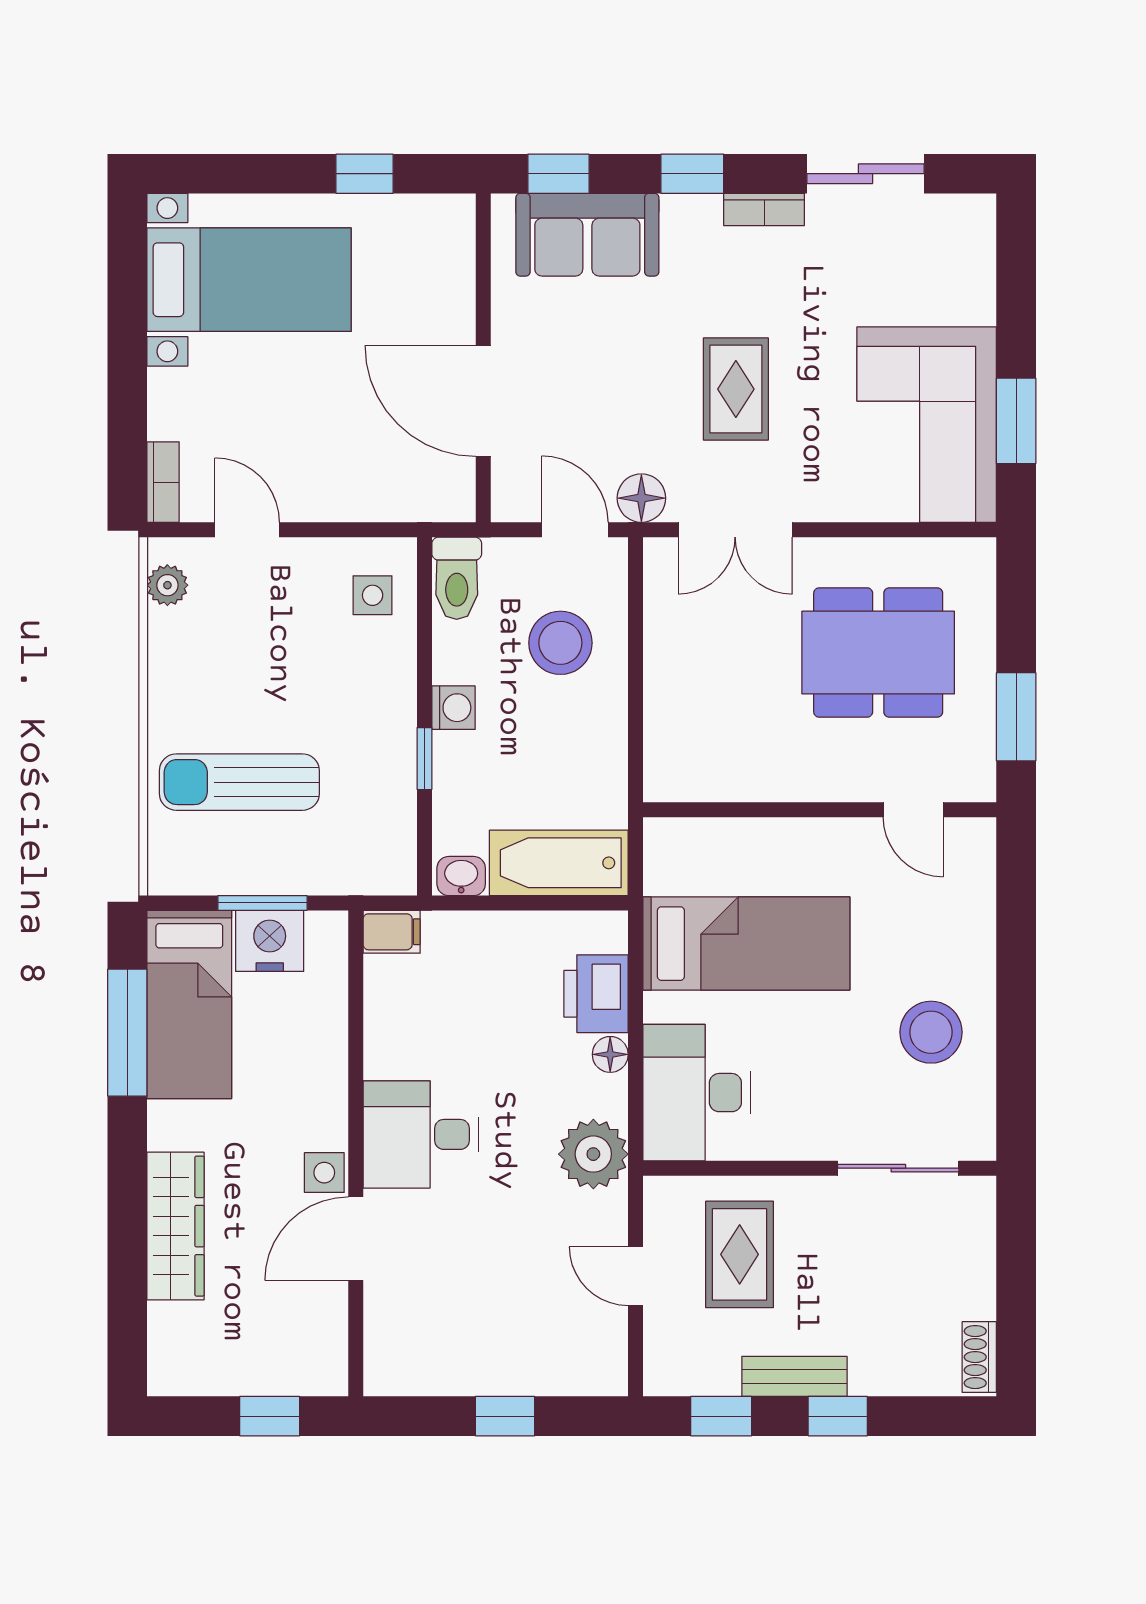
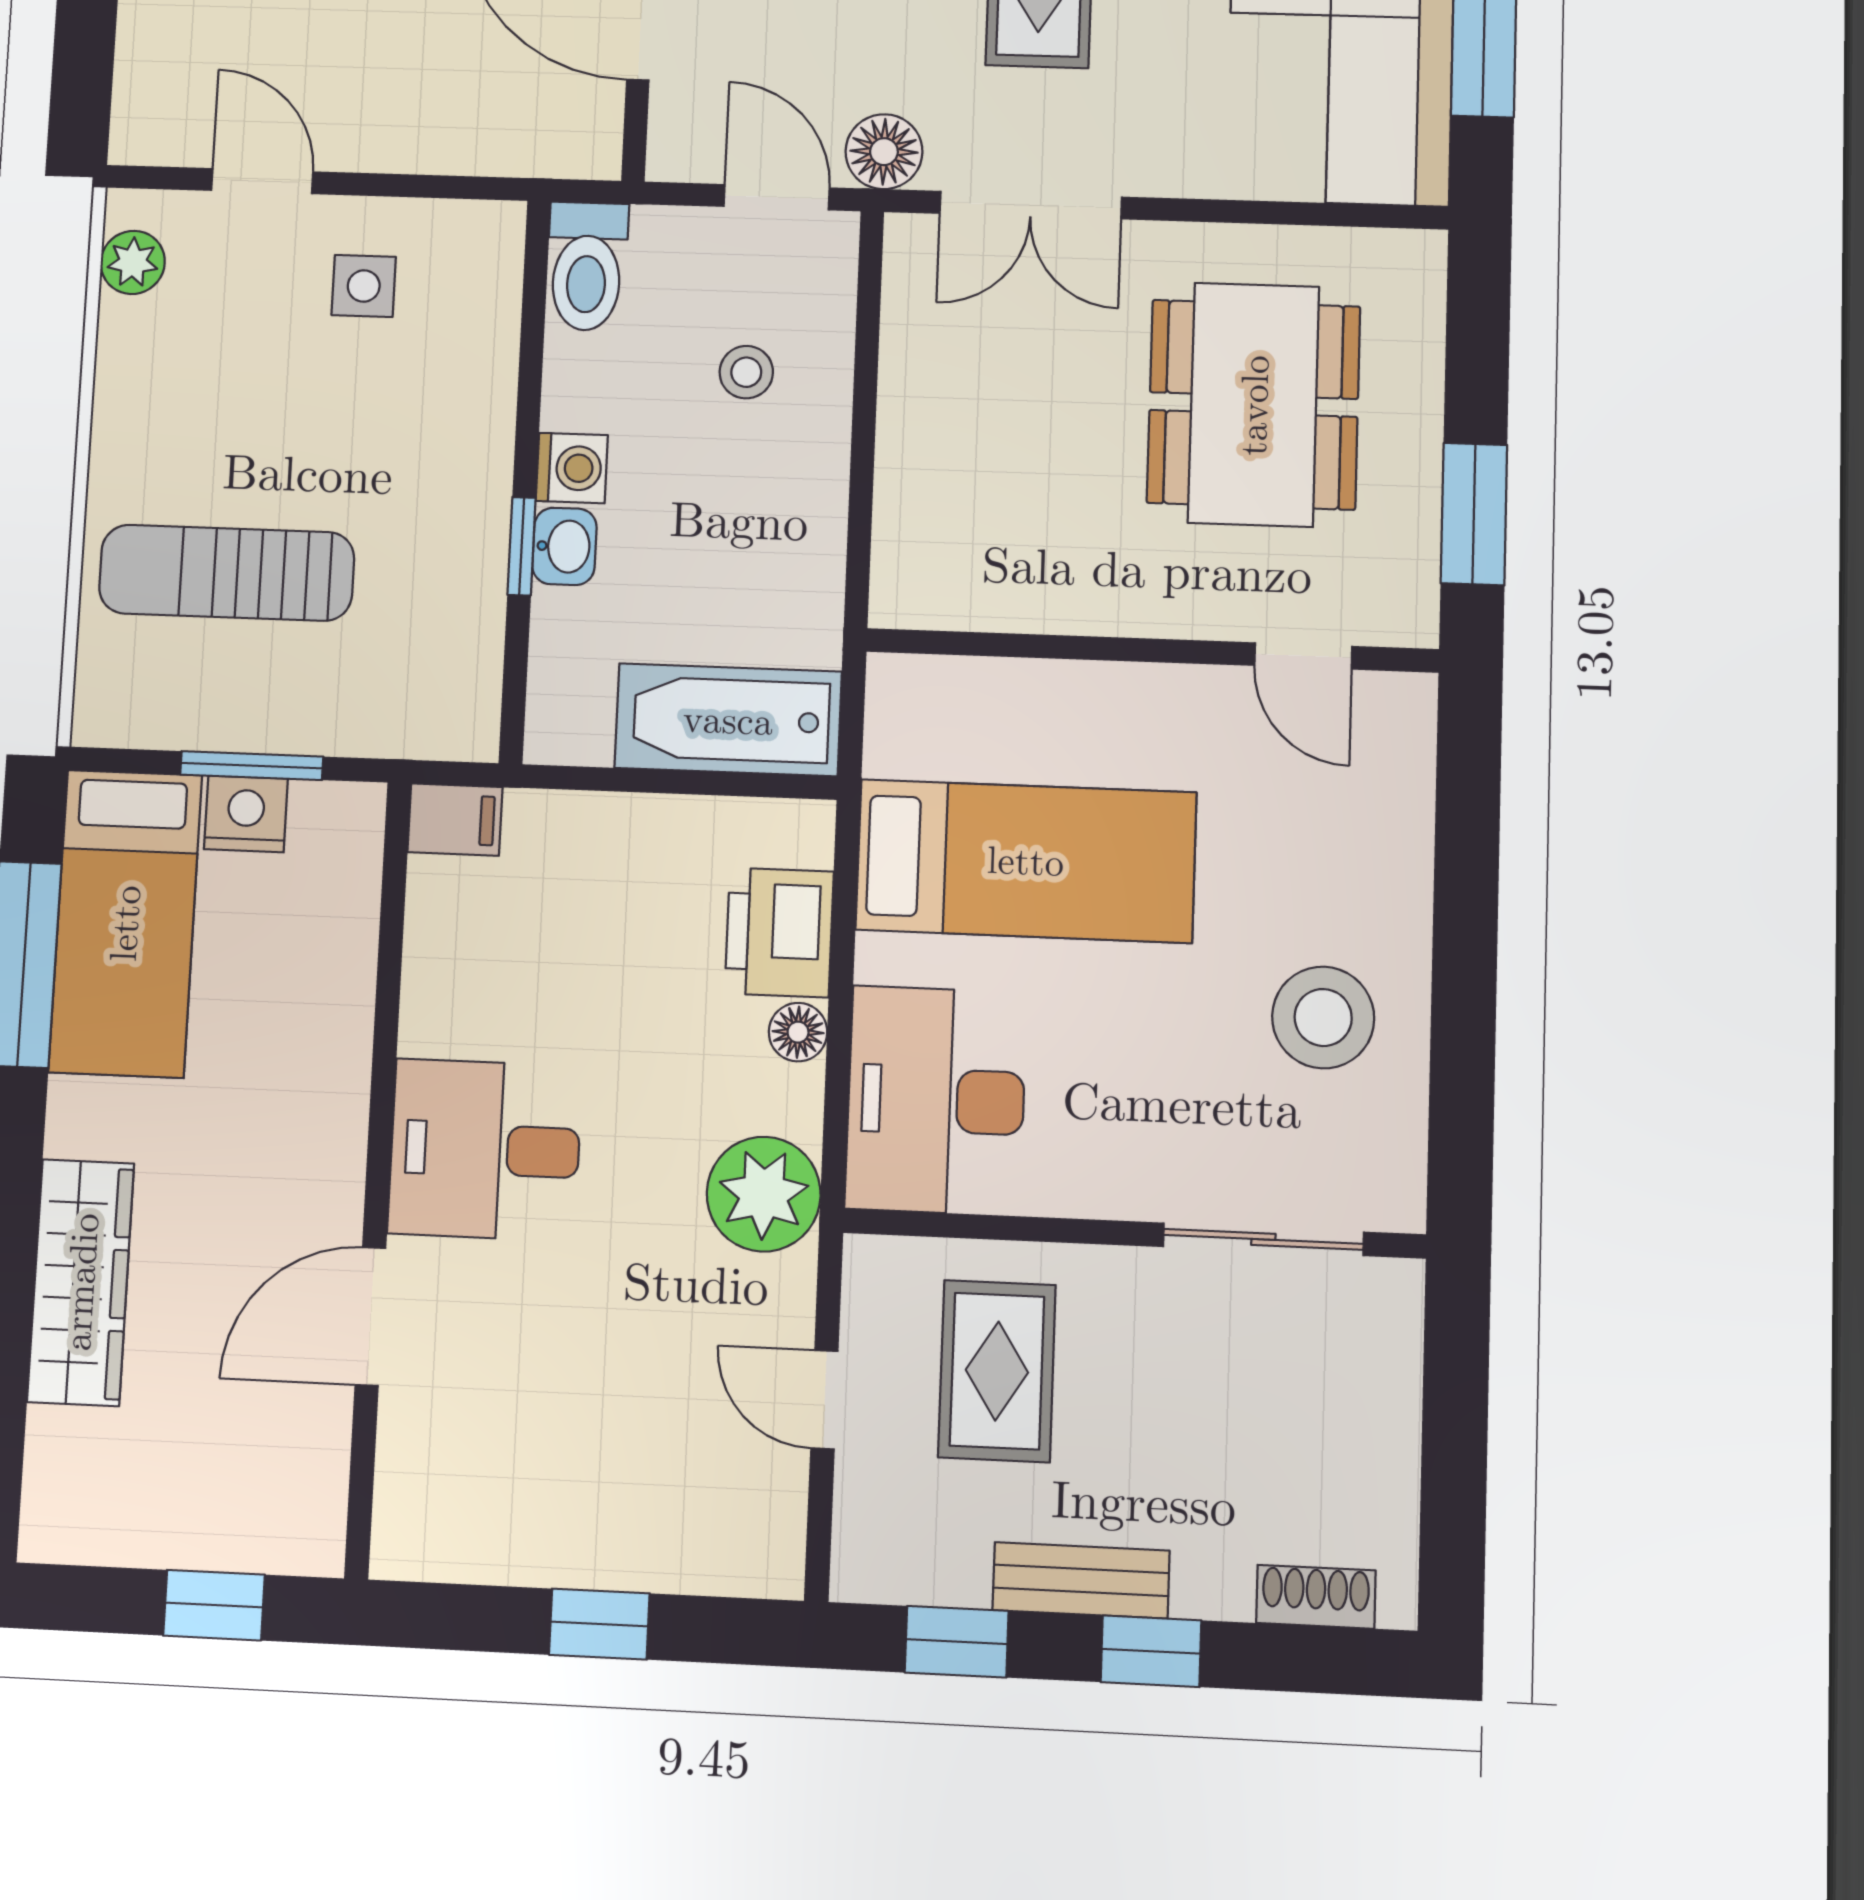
bookcase: (163, 482) -> (136, 104), removed
side table: (373, 595) -> (364, 286), moved
stool: (560, 643) -> (746, 372), width x0.53, depth x0.53
dining table: (878, 653) -> (1254, 405), turned 90
washbasin: (461, 876) -> (564, 546), moved, turned 90
nightstand: (270, 941) -> (246, 814), width x0.74, depth x0.75
side table: (324, 1173) -> (326, 1205), removed
shoe rack: (979, 1357) -> (1316, 1597), moved, turned 90

